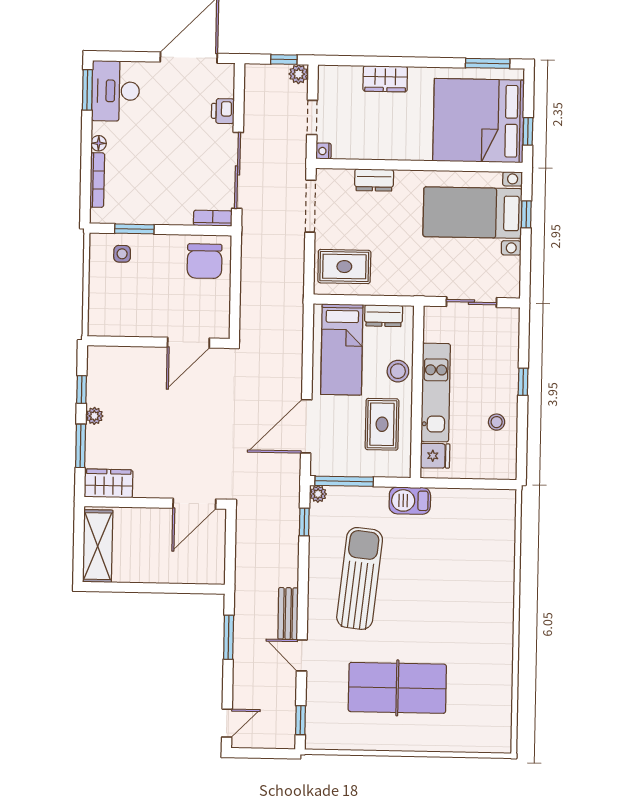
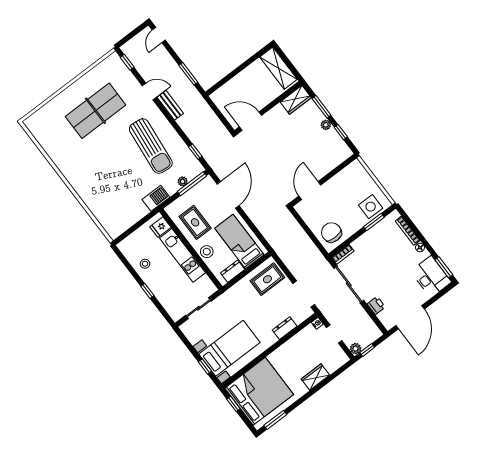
side table: (122, 254) -> (371, 207), width x1.87, depth x1.87
plant: (318, 494) -> (183, 181), moved
door: (194, 504) -> (251, 121), hinge flipped

